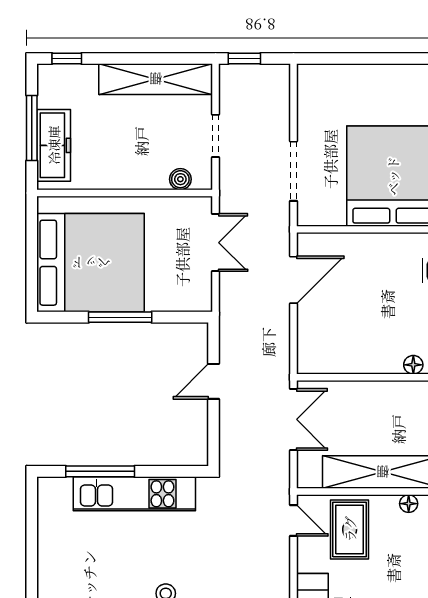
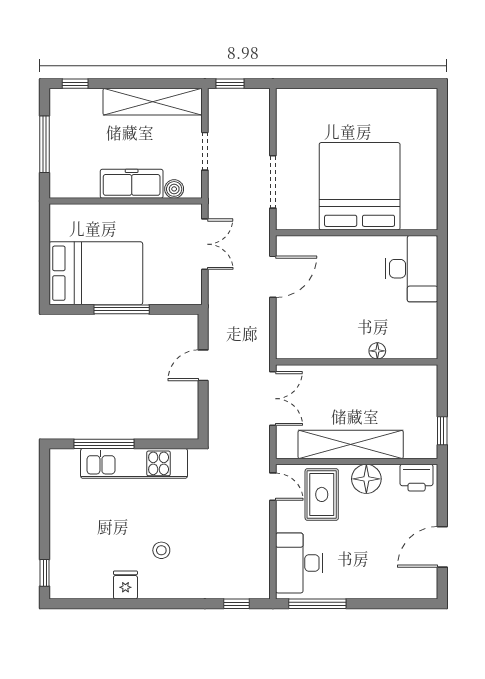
freezer: (54, 145) -> (132, 184), moved, turned -90
bed: (91, 263) -> (96, 273), width x0.73
floor lamp: (409, 504) -> (366, 479), width x1.89, depth x1.89

